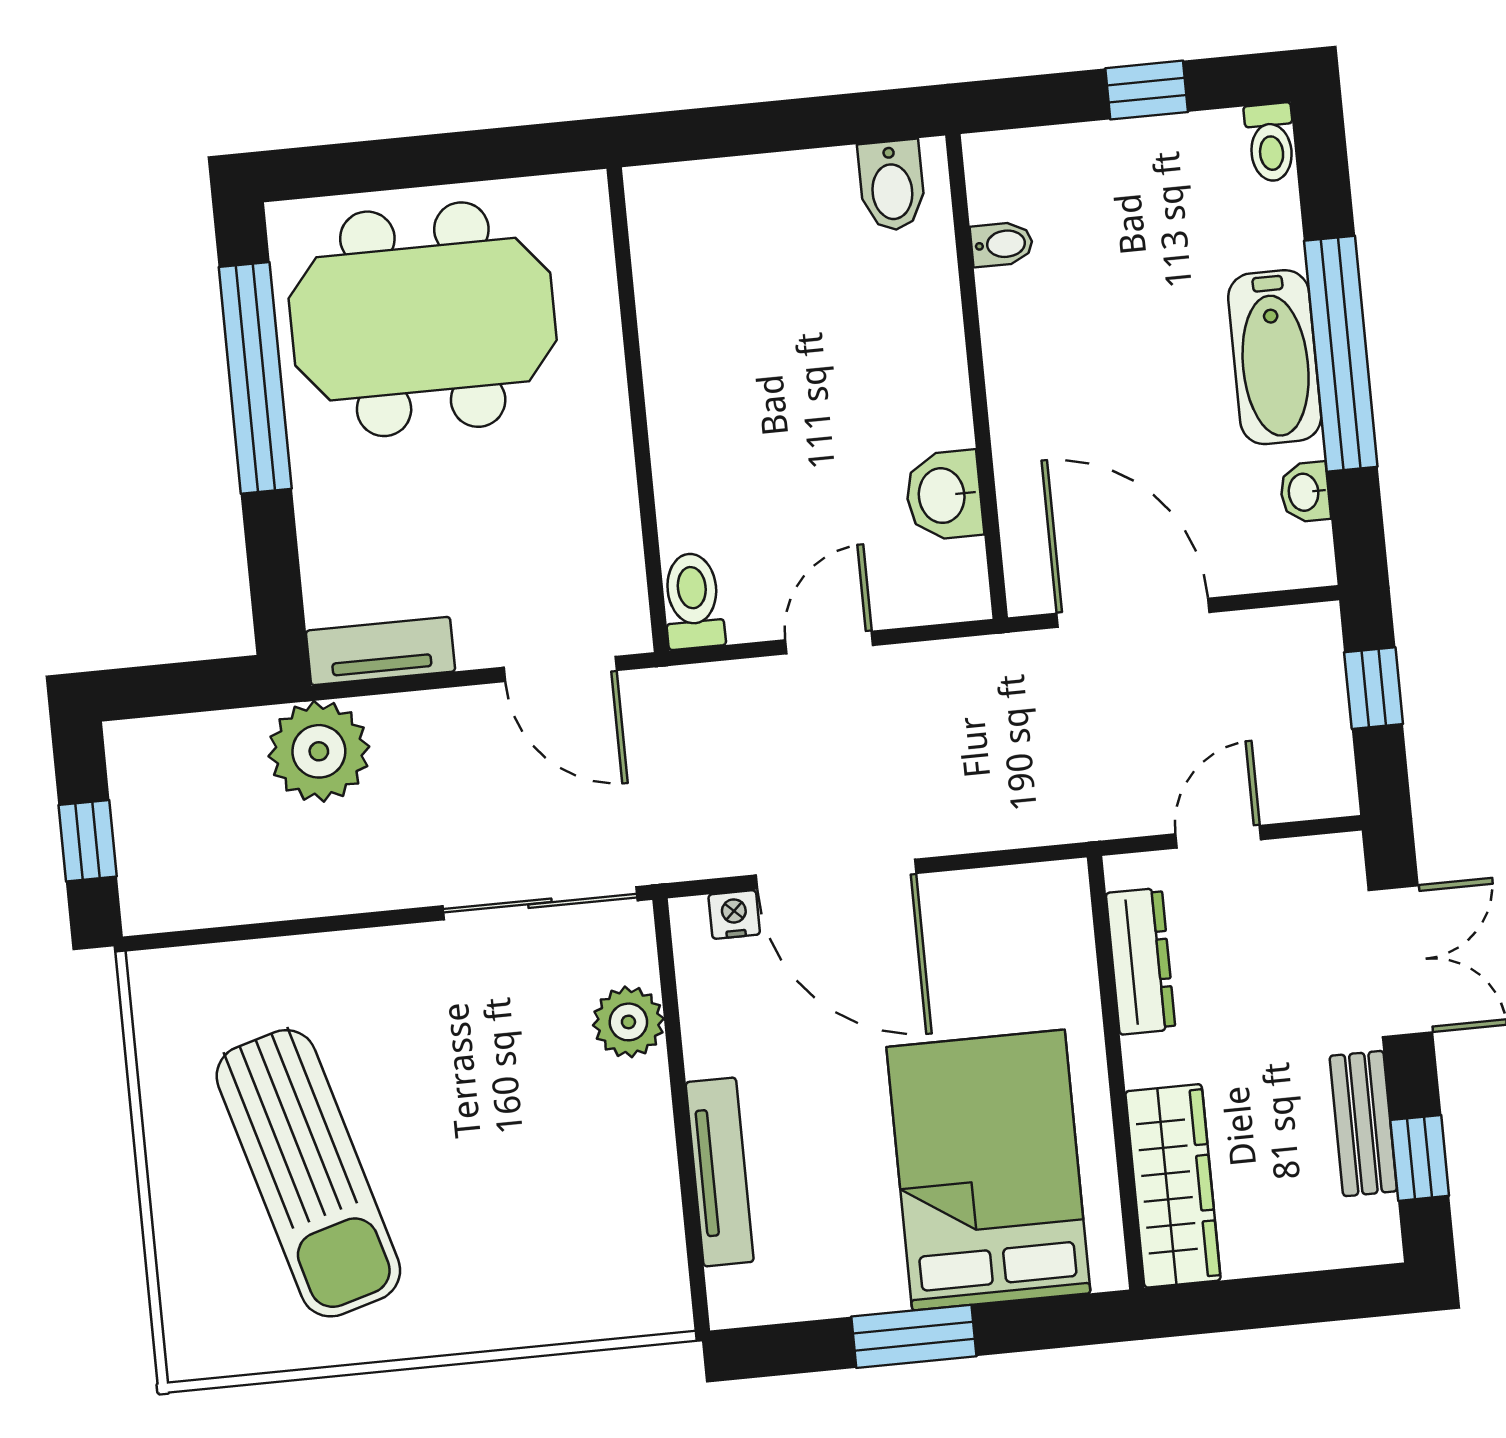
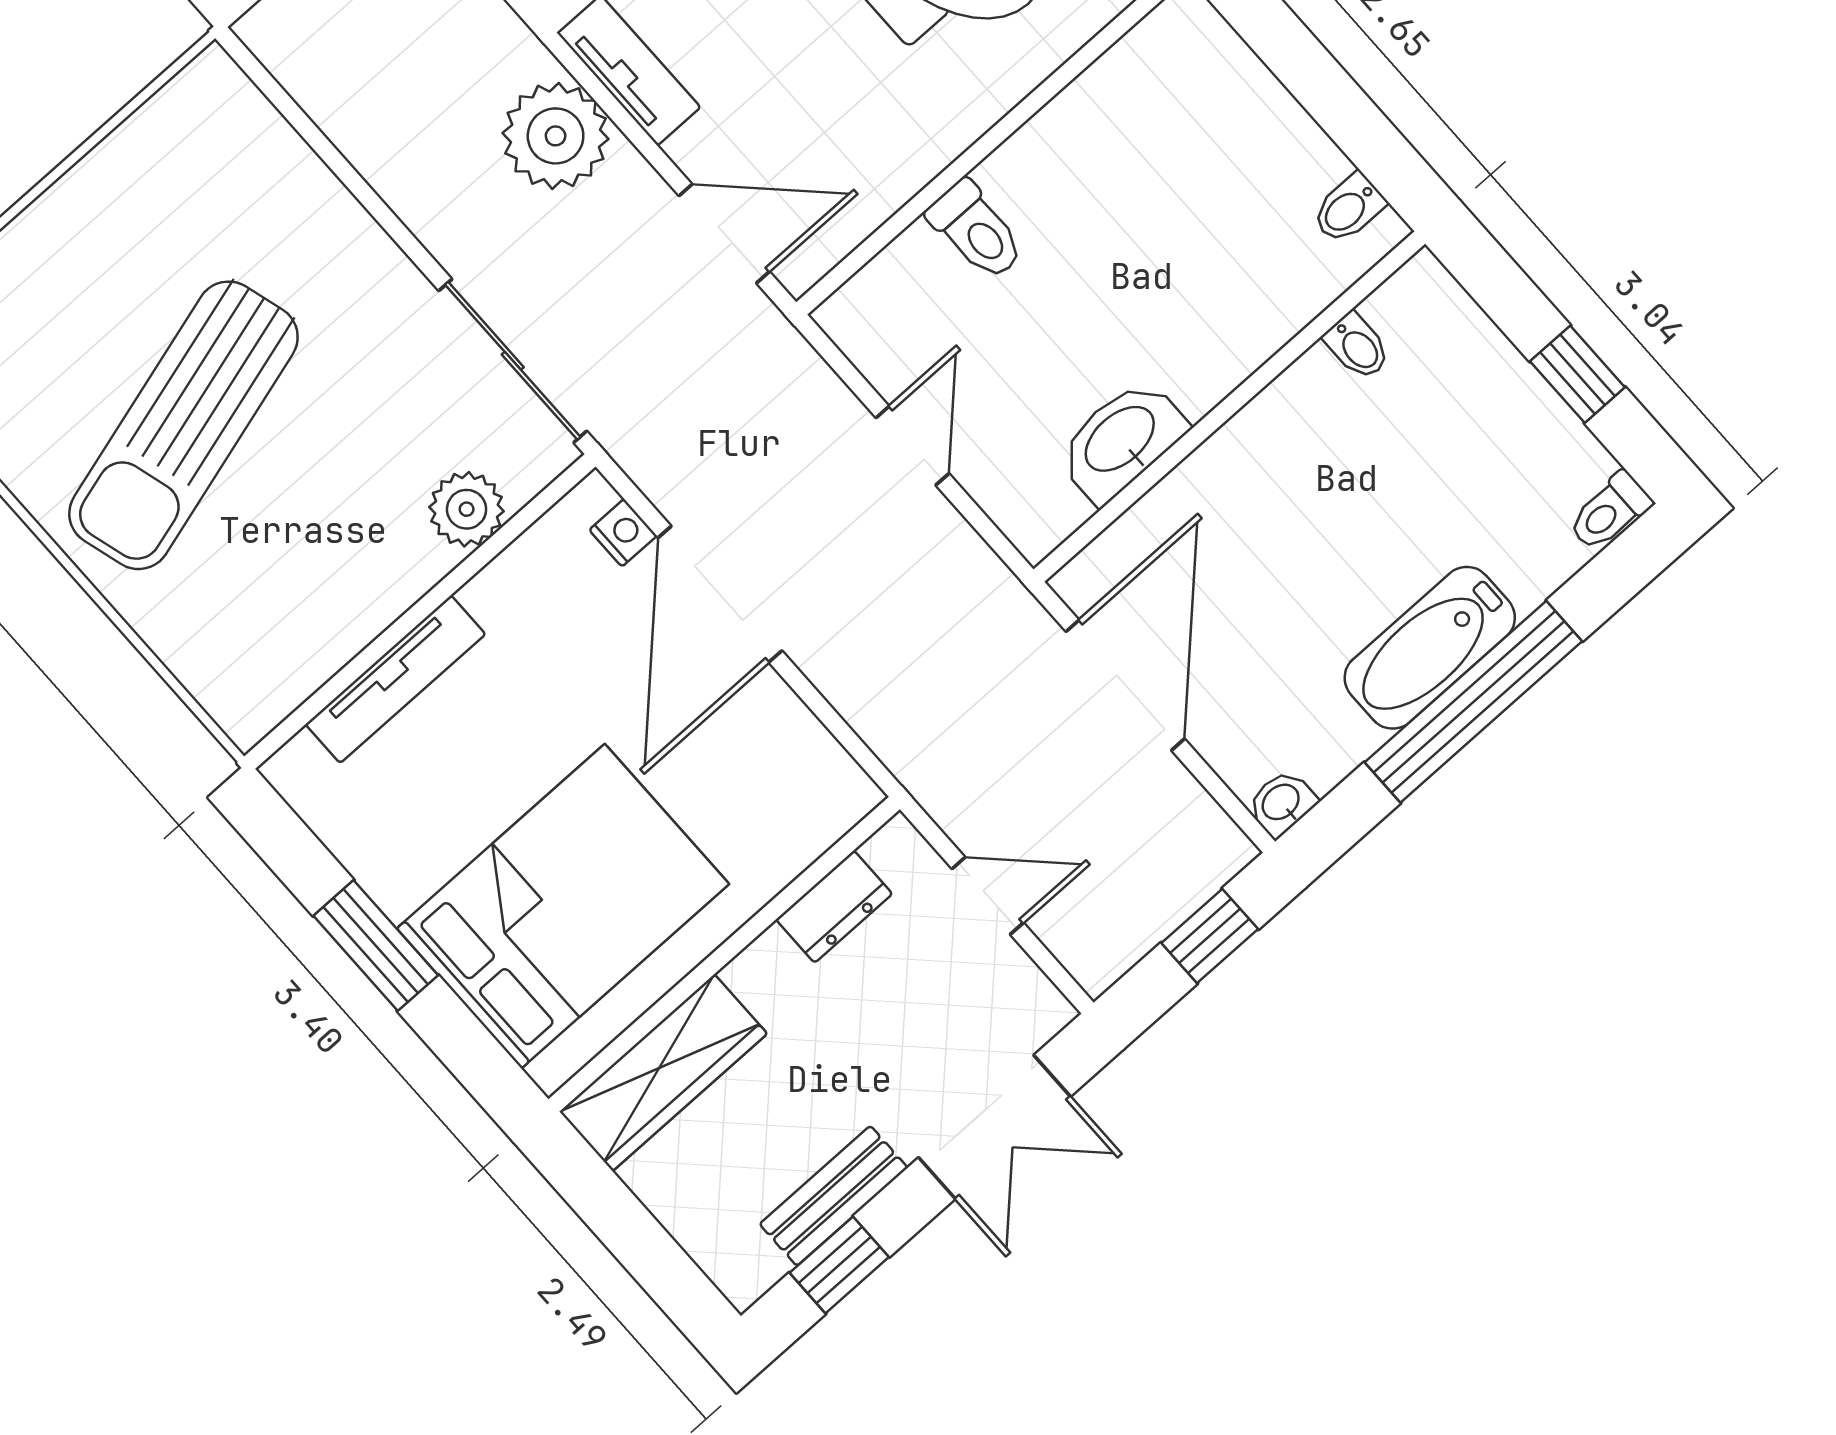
bidet: (892, 185) -> (1348, 209), width x0.72, depth x0.74
washbasin: (1305, 492) -> (1282, 803), moved
washbasin: (944, 495) -> (1121, 441), width x1.38
toilet: (693, 601) -> (976, 231), moved, turned 90
door: (829, 643) -> (912, 446), hinge flipped
door: (560, 669) -> (724, 234), swing flipped
plant: (319, 751) -> (556, 136), moved
dresser: (1141, 961) -> (834, 907), width x0.70
sun lounger: (308, 1173) -> (183, 425), moved

